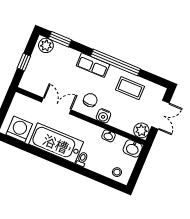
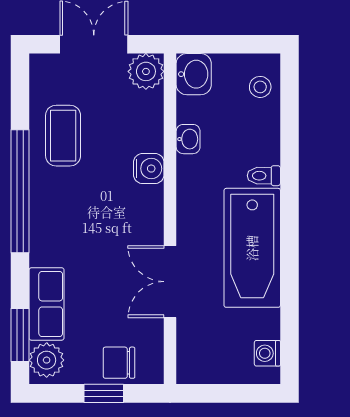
row of seats: (93, 65) -> (47, 304), moved
chair: (90, 100) -> (119, 363), moved
washing machine: (19, 129) -> (267, 353), width x0.53, depth x0.53

